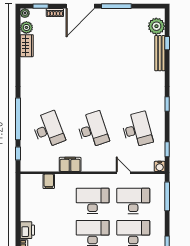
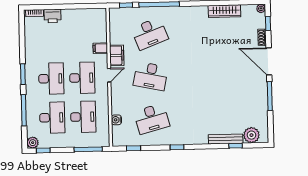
plant: (26, 27) -> (247, 10), removed
wardrobe: (27, 46) -> (224, 11), width x1.50
desk: (93, 130) -> (151, 76), turned 30
water cooler: (160, 166) -> (116, 120), moved
door: (123, 173) -> (109, 75), moved
filing cabinet: (49, 181) -> (100, 48), moved

